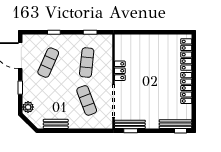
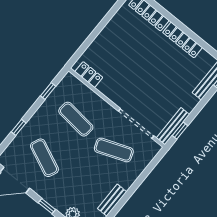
locker: (120, 71) -> (89, 75), moved

